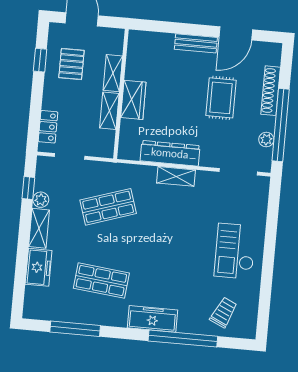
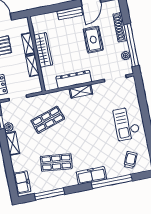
wardrobe: (133, 100) -> (43, 50), width x1.50
freezer: (39, 267) -> (22, 182), moved

